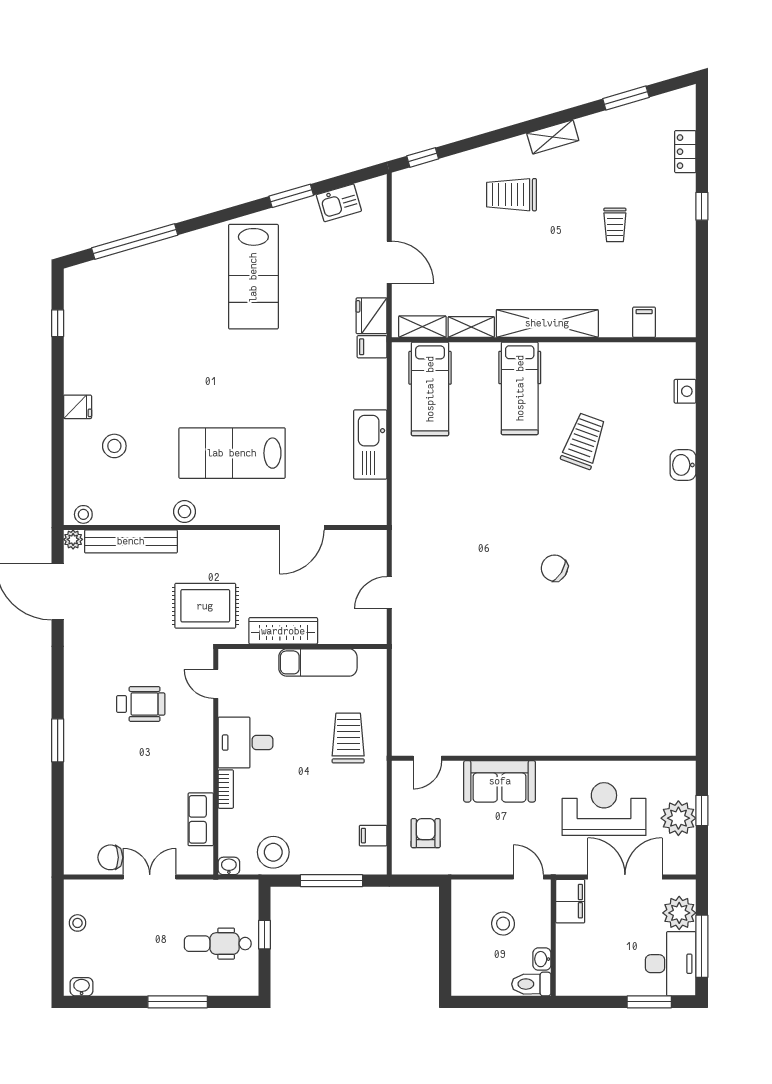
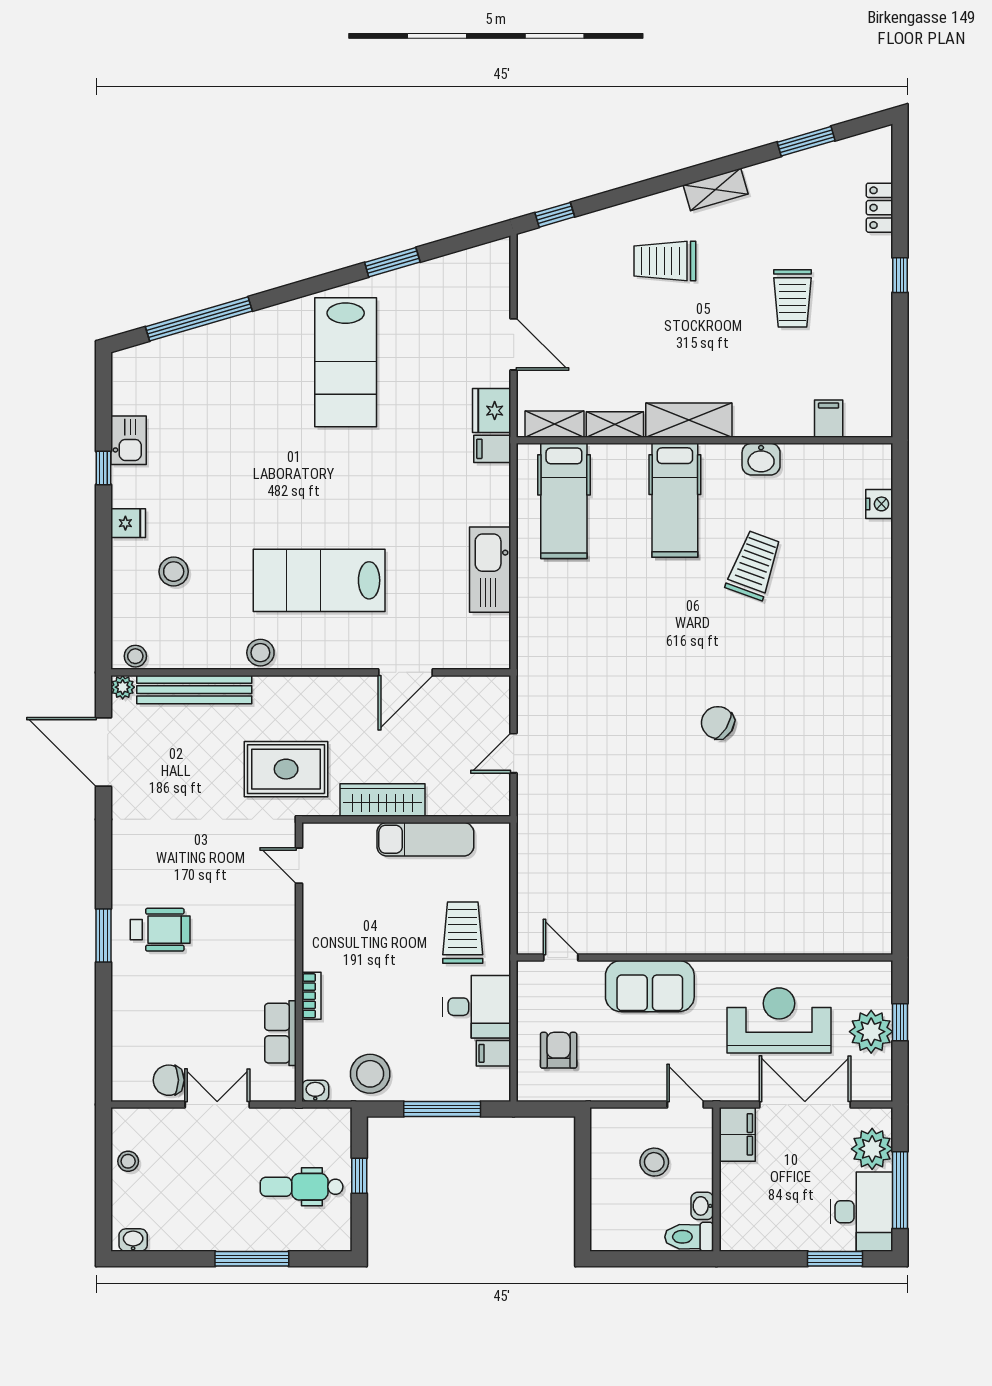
kitchen sink: (339, 203) -> (128, 440), moved, turned -74
trolley: (615, 225) -> (793, 298), width x1.36, depth x1.39
window: (58, 323) -> (103, 468), moved
shelving: (547, 323) -> (689, 420), width x0.68
washbasin: (683, 465) -> (761, 459), moved, turned -90
wheelchair: (141, 704) -> (160, 930), moved
desk: (246, 743) -> (477, 1007), moved, turned 180
door: (427, 758) -> (561, 958), swing flipped

